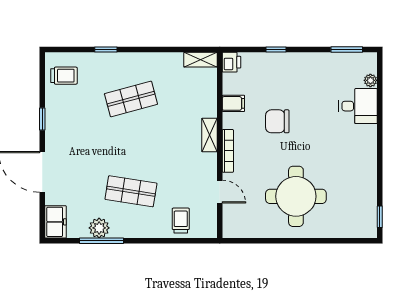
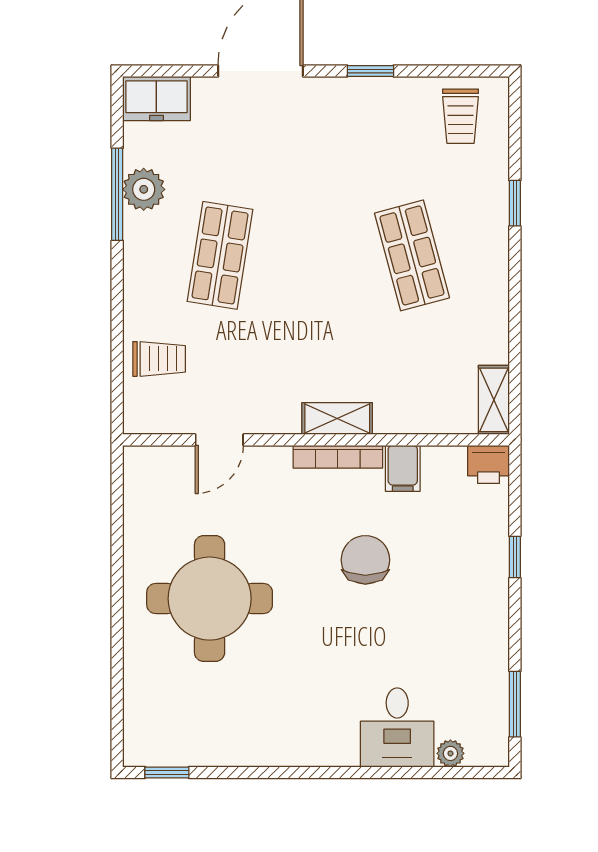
bookcase: (228, 151) -> (338, 457), moved

